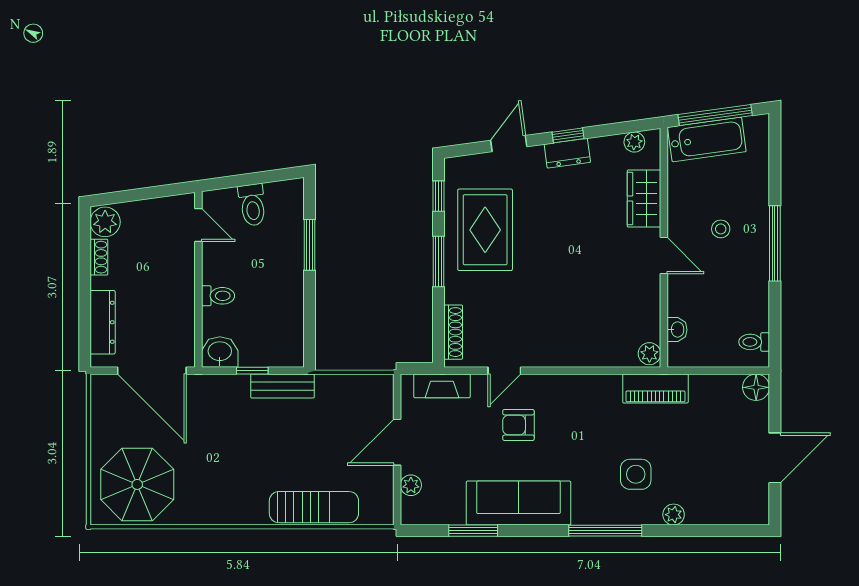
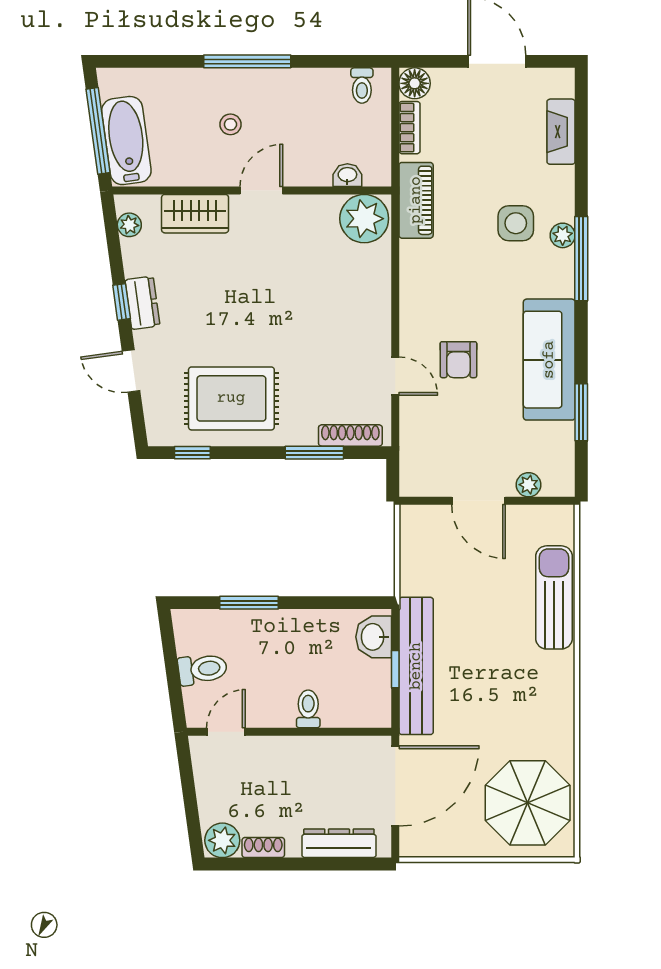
window: (438, 262) -> (314, 453), moved
washbasin: (220, 352) -> (374, 637), moved
plant: (649, 354) -> (364, 219), width x1.88, depth x1.88
bookcase: (718, 383) -> (410, 128), added
bench: (282, 386) -> (416, 666), width x1.86, depth x1.21
fireplace: (442, 386) -> (561, 132), moved, turned 180
plant: (674, 515) -> (563, 235), moved

